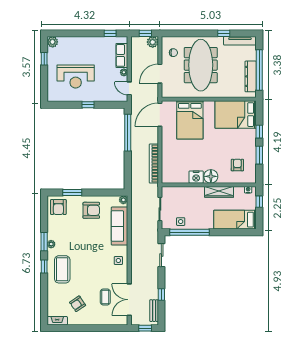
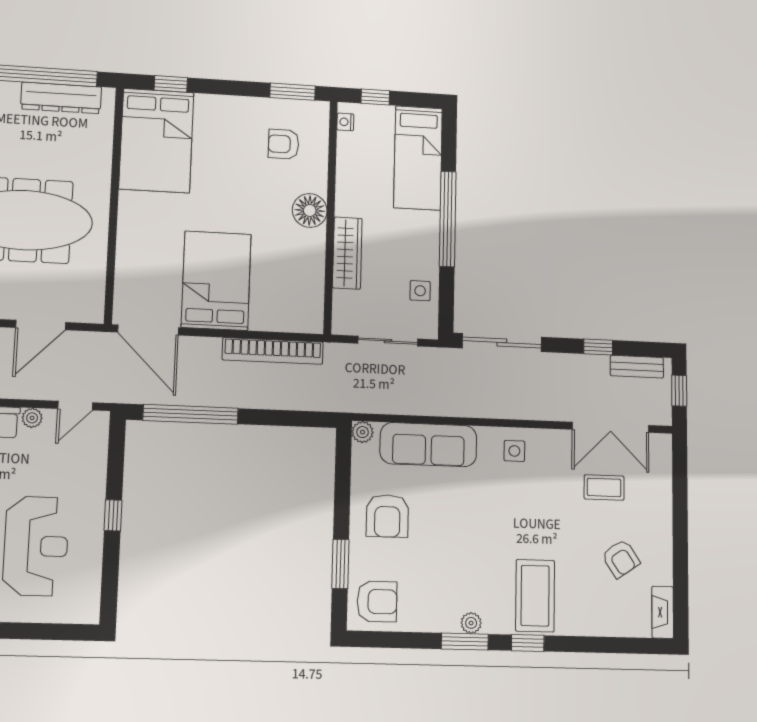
door: (160, 74) -> (41, 325), hinge flipped
bed: (190, 120) -> (216, 281), moved, turned -90
window: (259, 132) -> (171, 84), moved
window: (259, 155) -> (293, 92), moved
nightstand: (196, 177) -> (310, 247), removed
wardrobe: (219, 192) -> (347, 253), moved
armchair: (91, 210) -> (387, 516), turned 180
window: (190, 232) -> (448, 219), moved
sliding door: (161, 255) -> (502, 343), width x1.37
coffee table: (62, 269) -> (535, 596), turned 90

